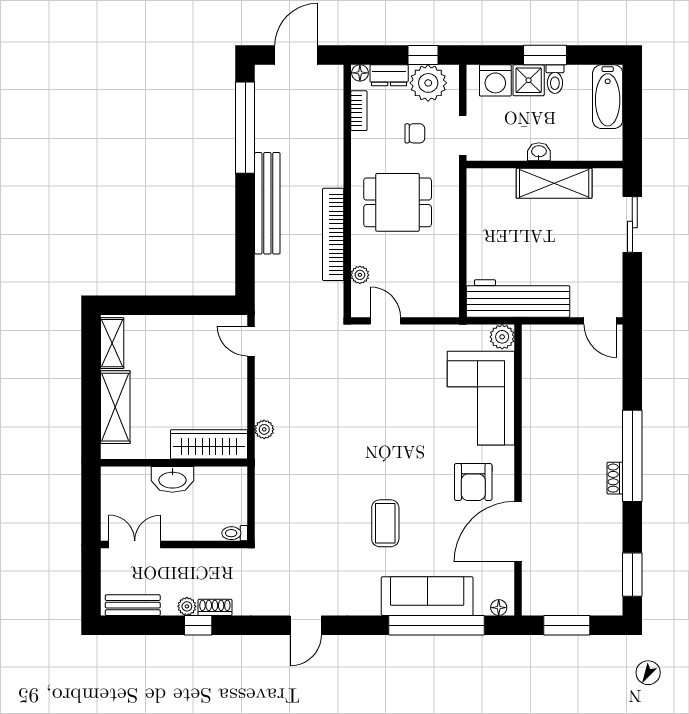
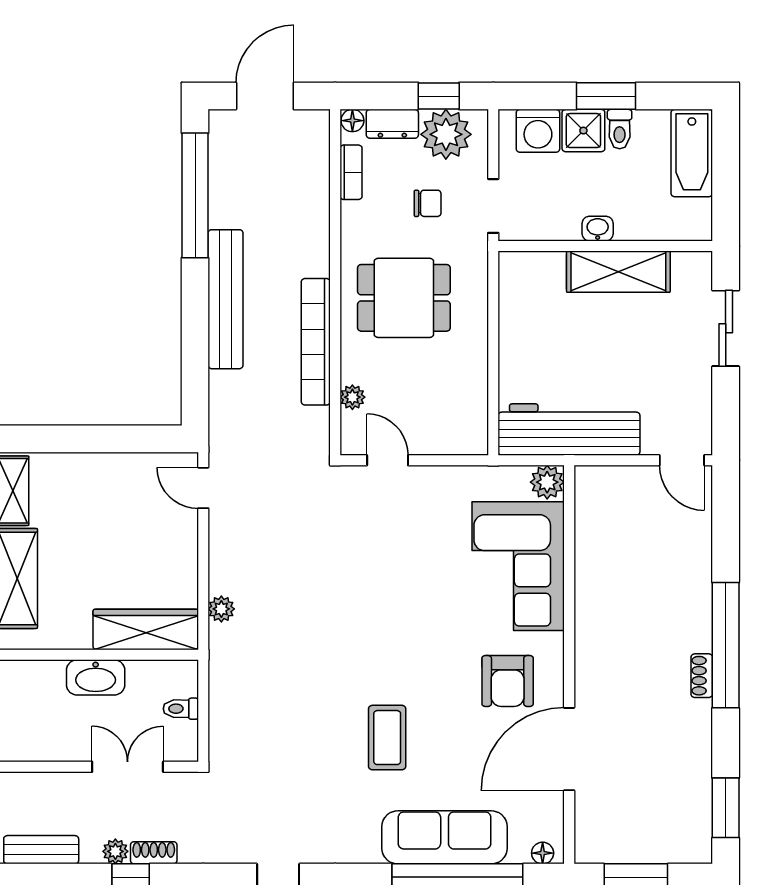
toilet: (235, 533) -> (181, 709), moved
double door: (135, 545) -> (128, 767), moved

